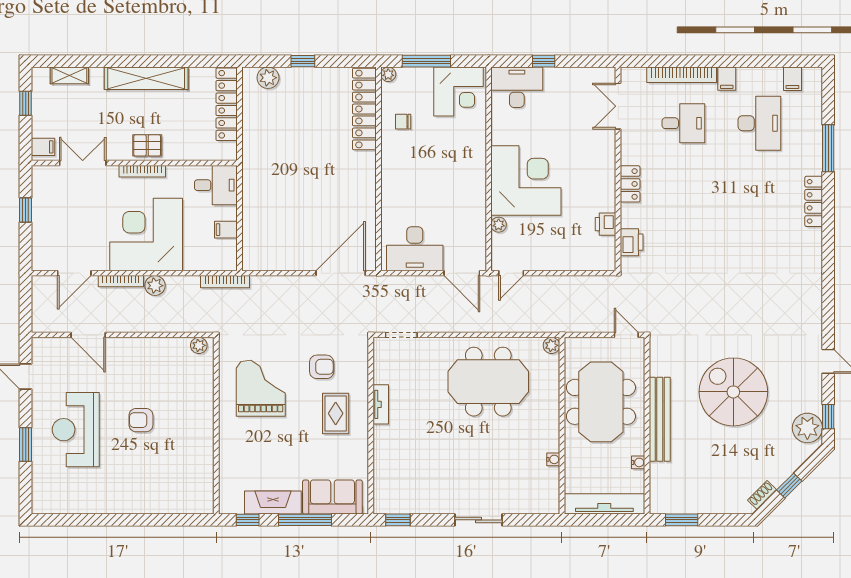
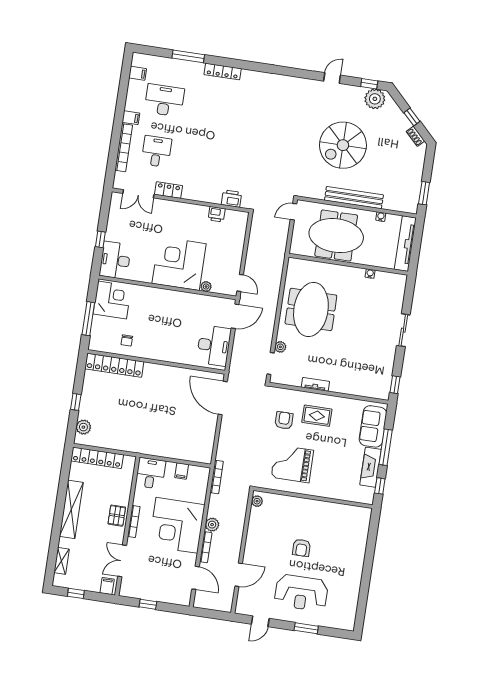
plant: (388, 74) -> (93, 346), removed
locker: (630, 184) -> (169, 190), moved
plant: (551, 345) -> (280, 347), moved

